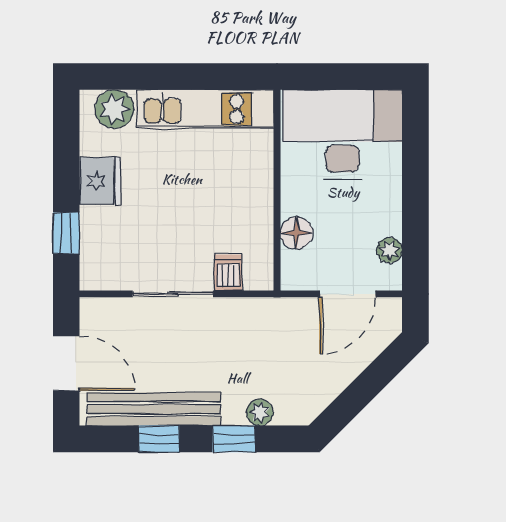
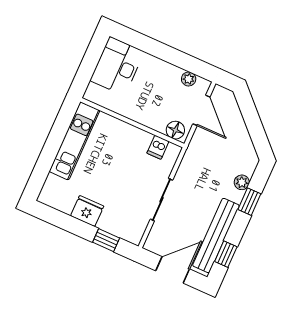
plant: (114, 109) -> (54, 187), removed
desk: (342, 134) -> (117, 66), width x0.73, depth x0.77
floor lamp: (296, 233) -> (175, 130), moved
dishwasher: (228, 273) -> (158, 147), moved, turned -90
window: (159, 439) -> (226, 254), moved

